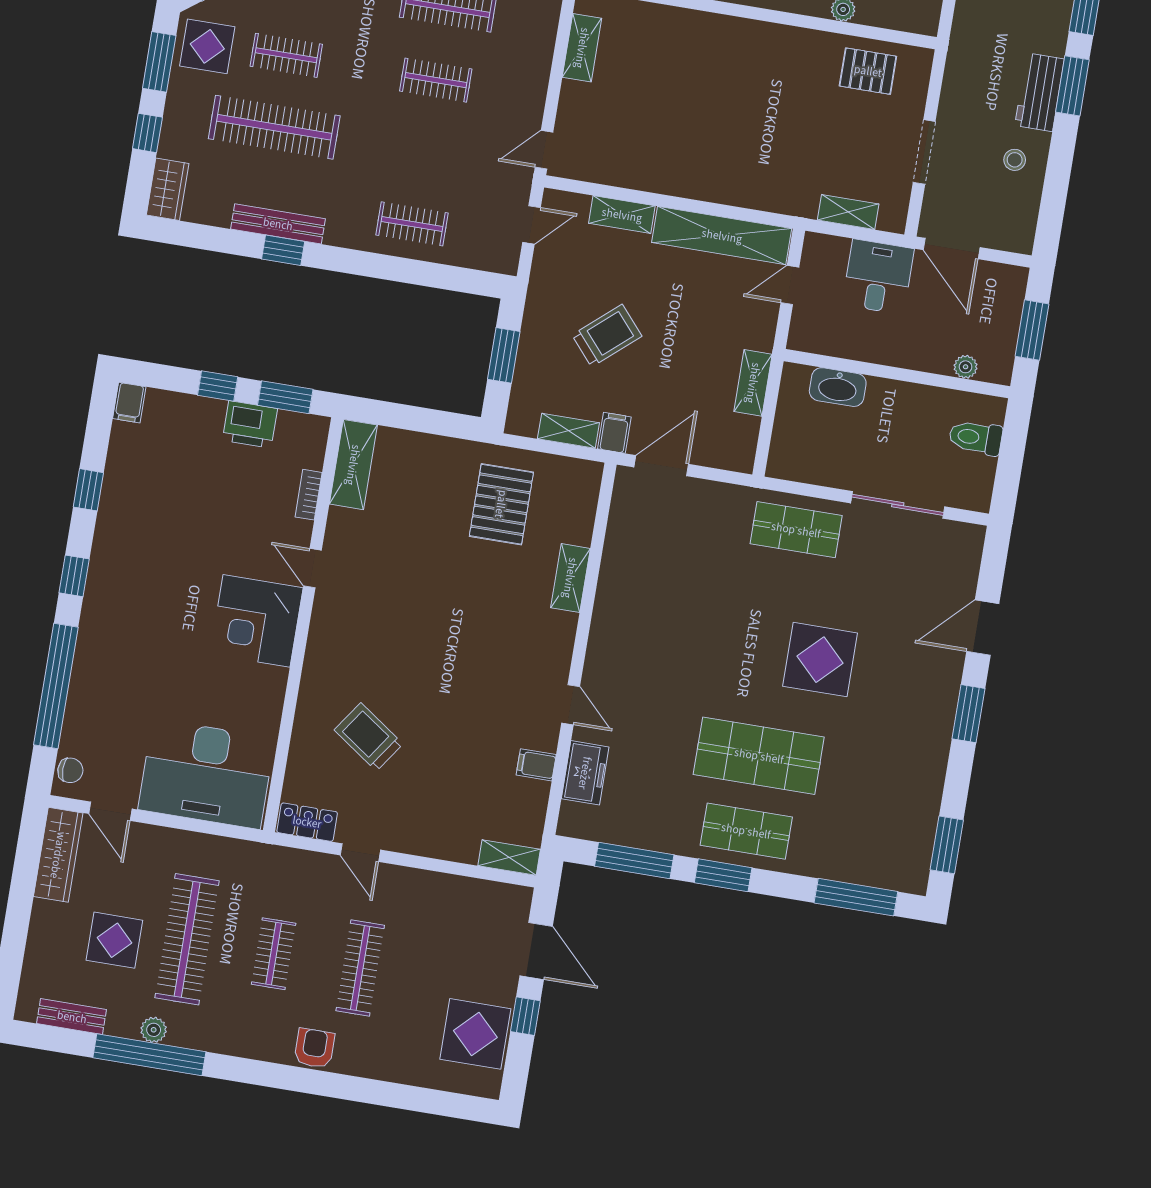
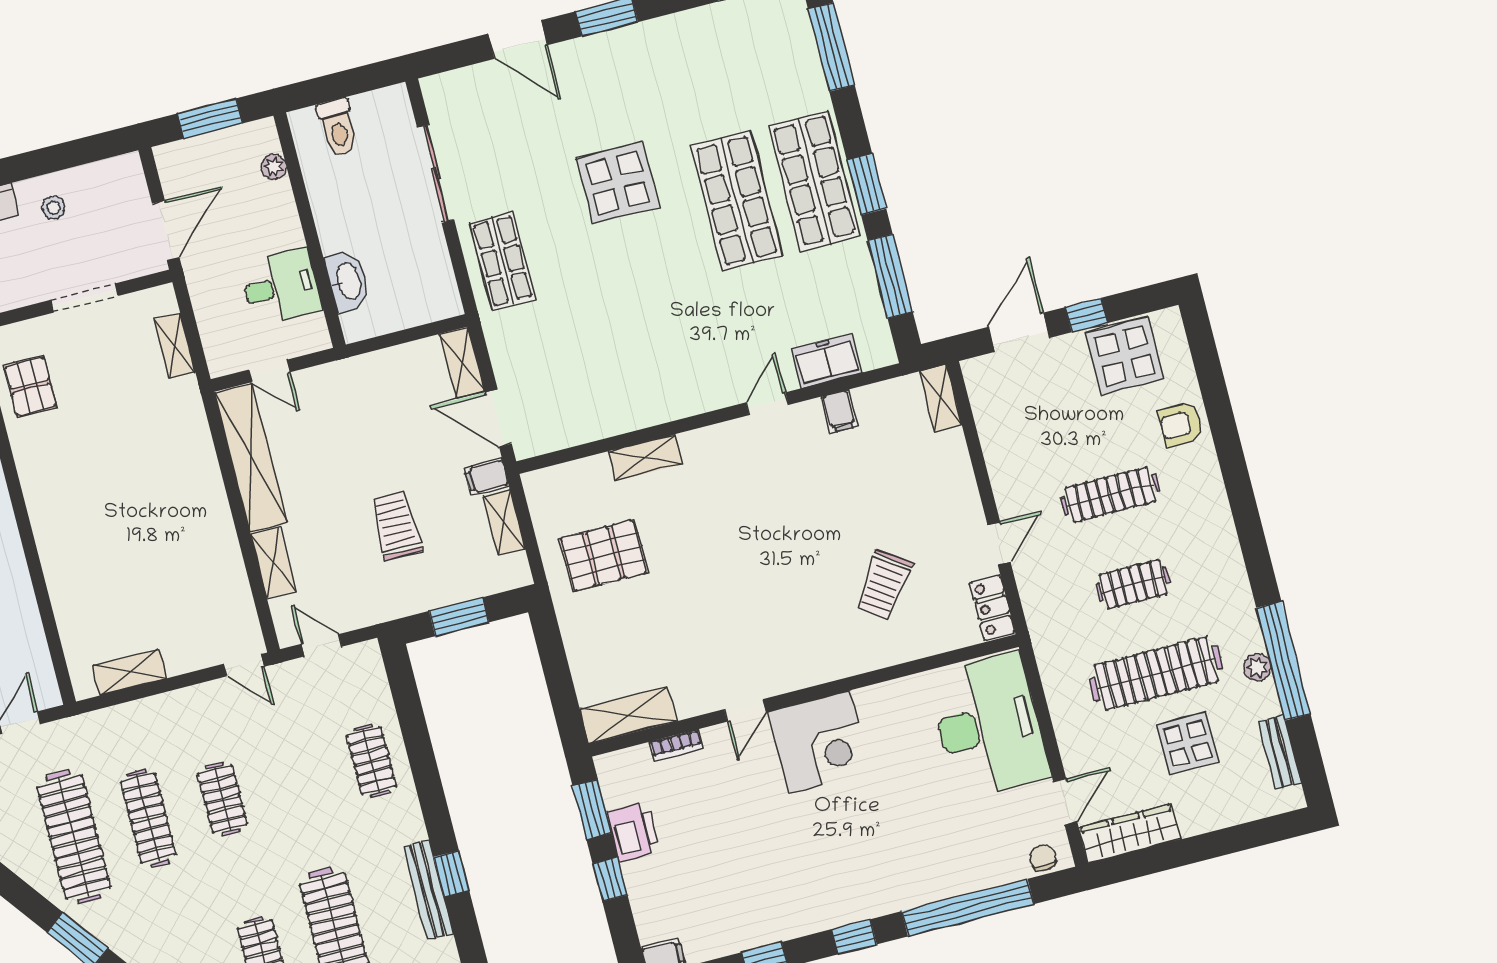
desk: (878, 277) -> (281, 287), moved, turned 180
trolley: (607, 336) -> (396, 526), turned 41
shelving: (753, 383) -> (462, 362), moved, turned 90
shop shelf: (746, 831) -> (814, 181), width x1.43, depth x1.36
armchair: (314, 1048) -> (1181, 424), moved

